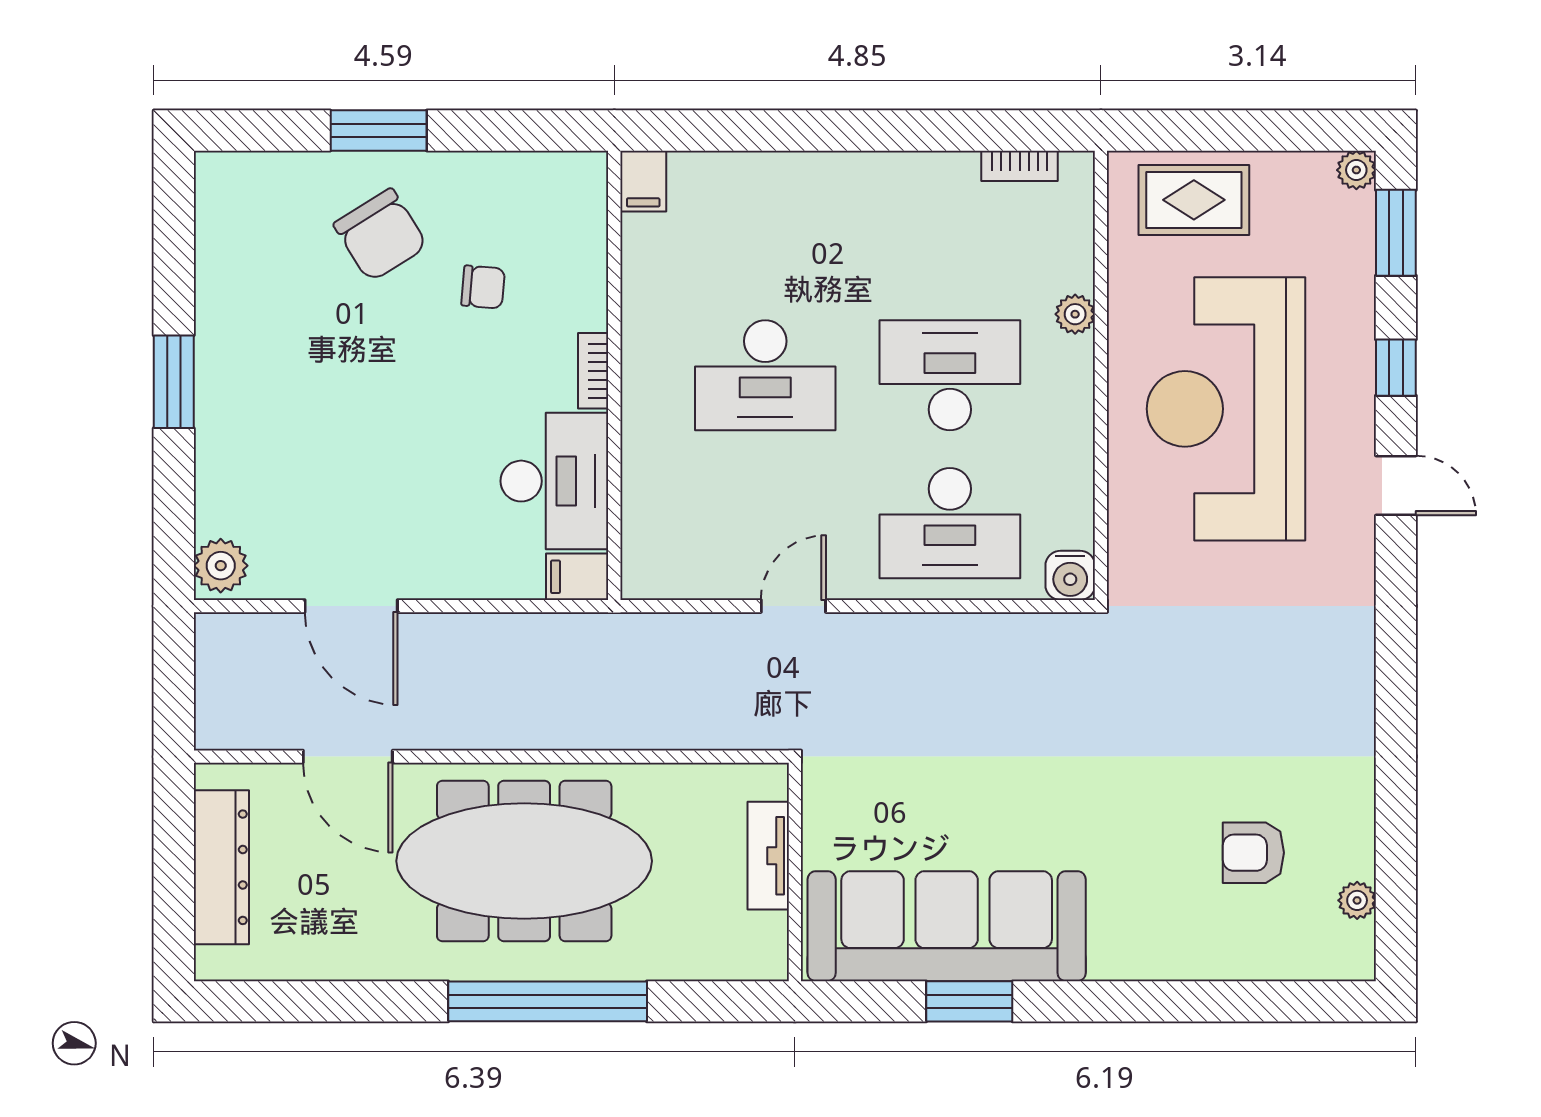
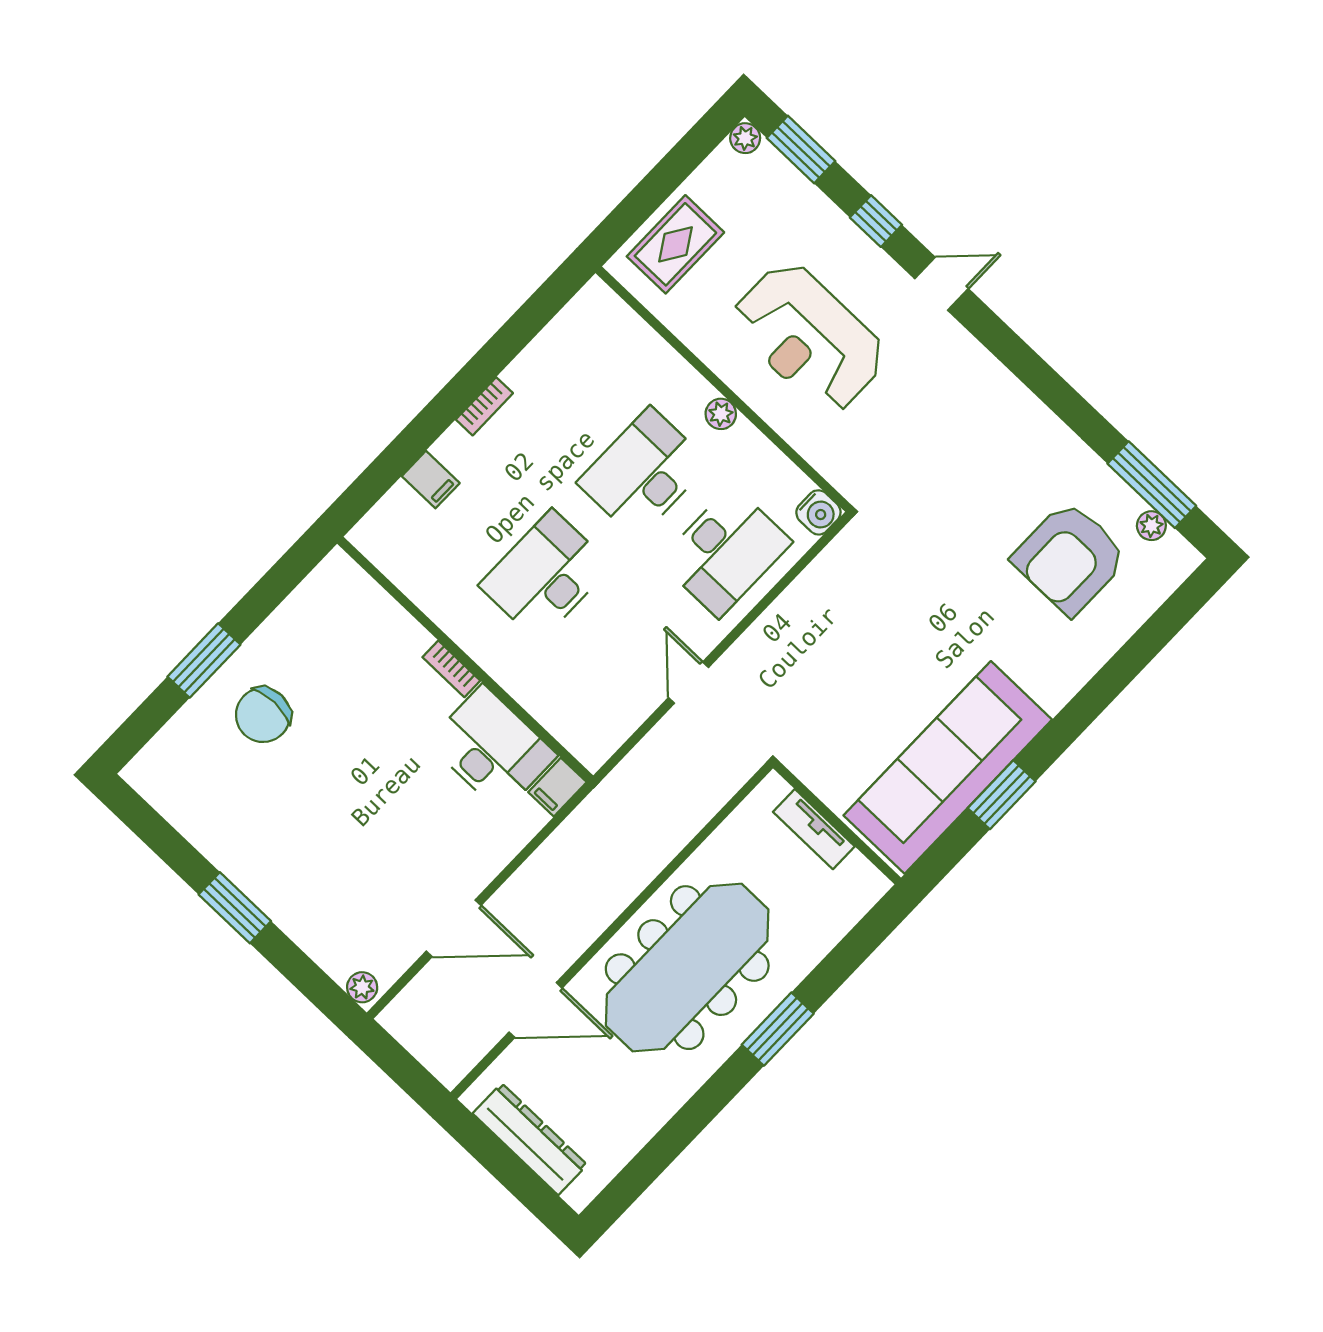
bookcase: (1020, 166) -> (484, 406), moved
filing cabinet: (643, 181) -> (431, 480), moved
chair: (380, 235) -> (263, 715), turned 122
chair: (483, 287) -> (346, 686), removed
plant: (1075, 314) -> (721, 414), moved
desk: (765, 375) -> (545, 576), turned 180
reception desk: (1226, 409) -> (809, 337), width x0.74, depth x0.77
plant: (221, 566) -> (362, 987), width x0.73, depth x0.73
armchair: (1253, 853) -> (1070, 558), width x1.88, depth x1.88
window: (1396, 864) -> (1152, 485), added
window: (548, 1001) -> (778, 1029), width x0.47

